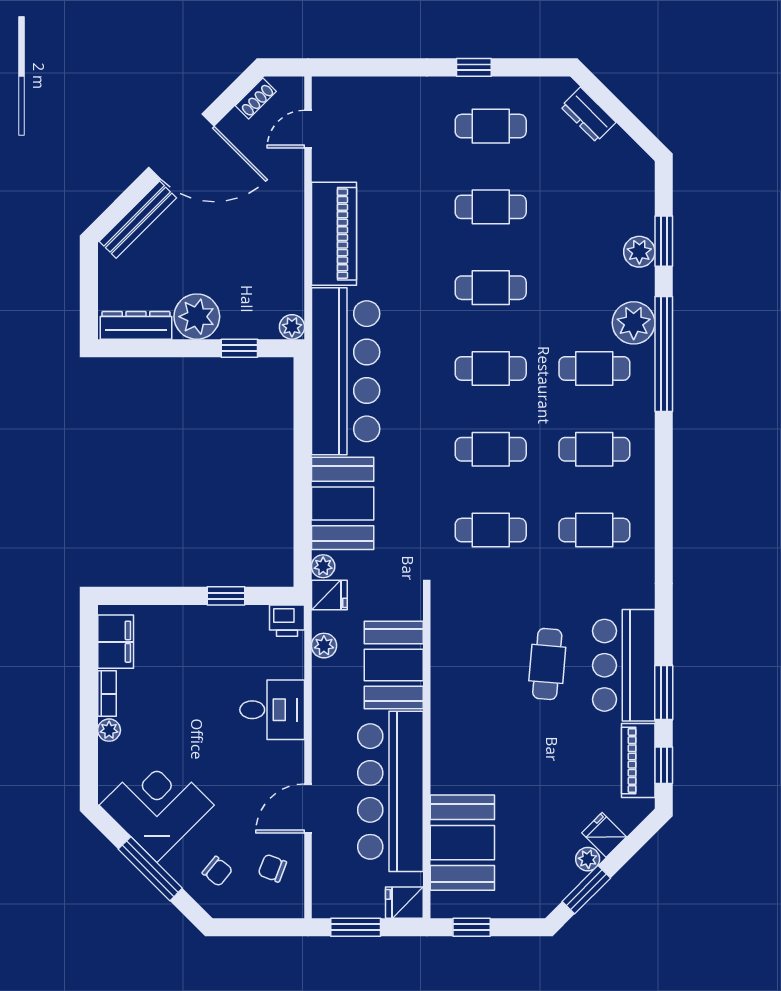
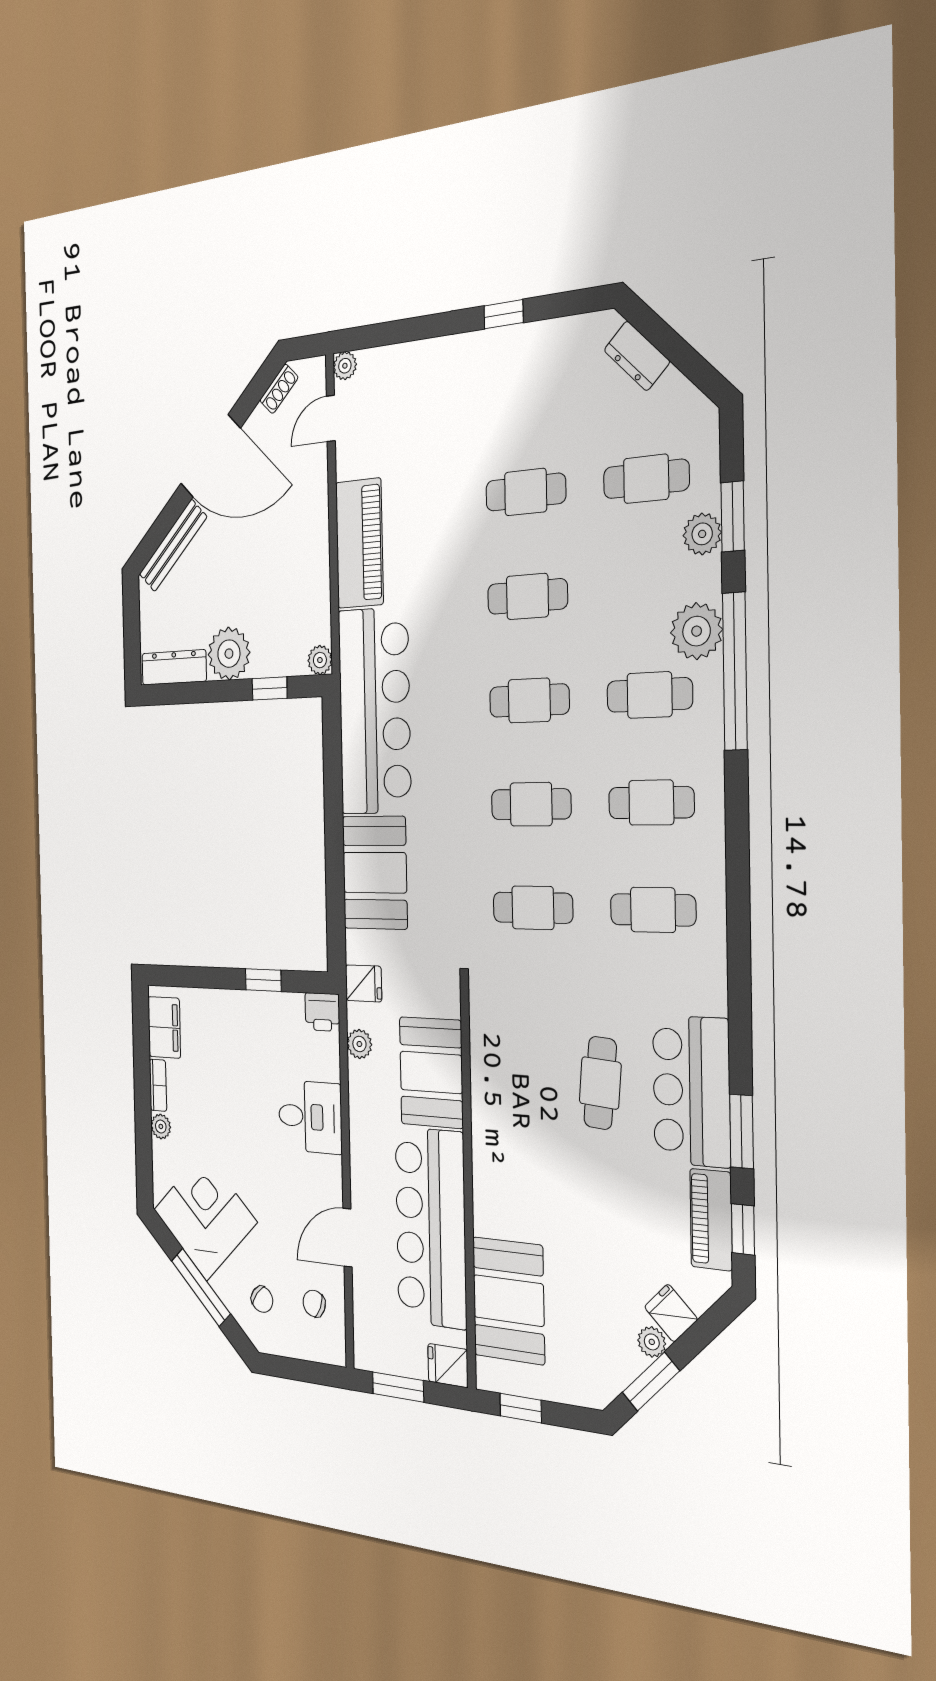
cafe table: (491, 126) -> (646, 479), moved
plant: (323, 566) -> (345, 366), moved

